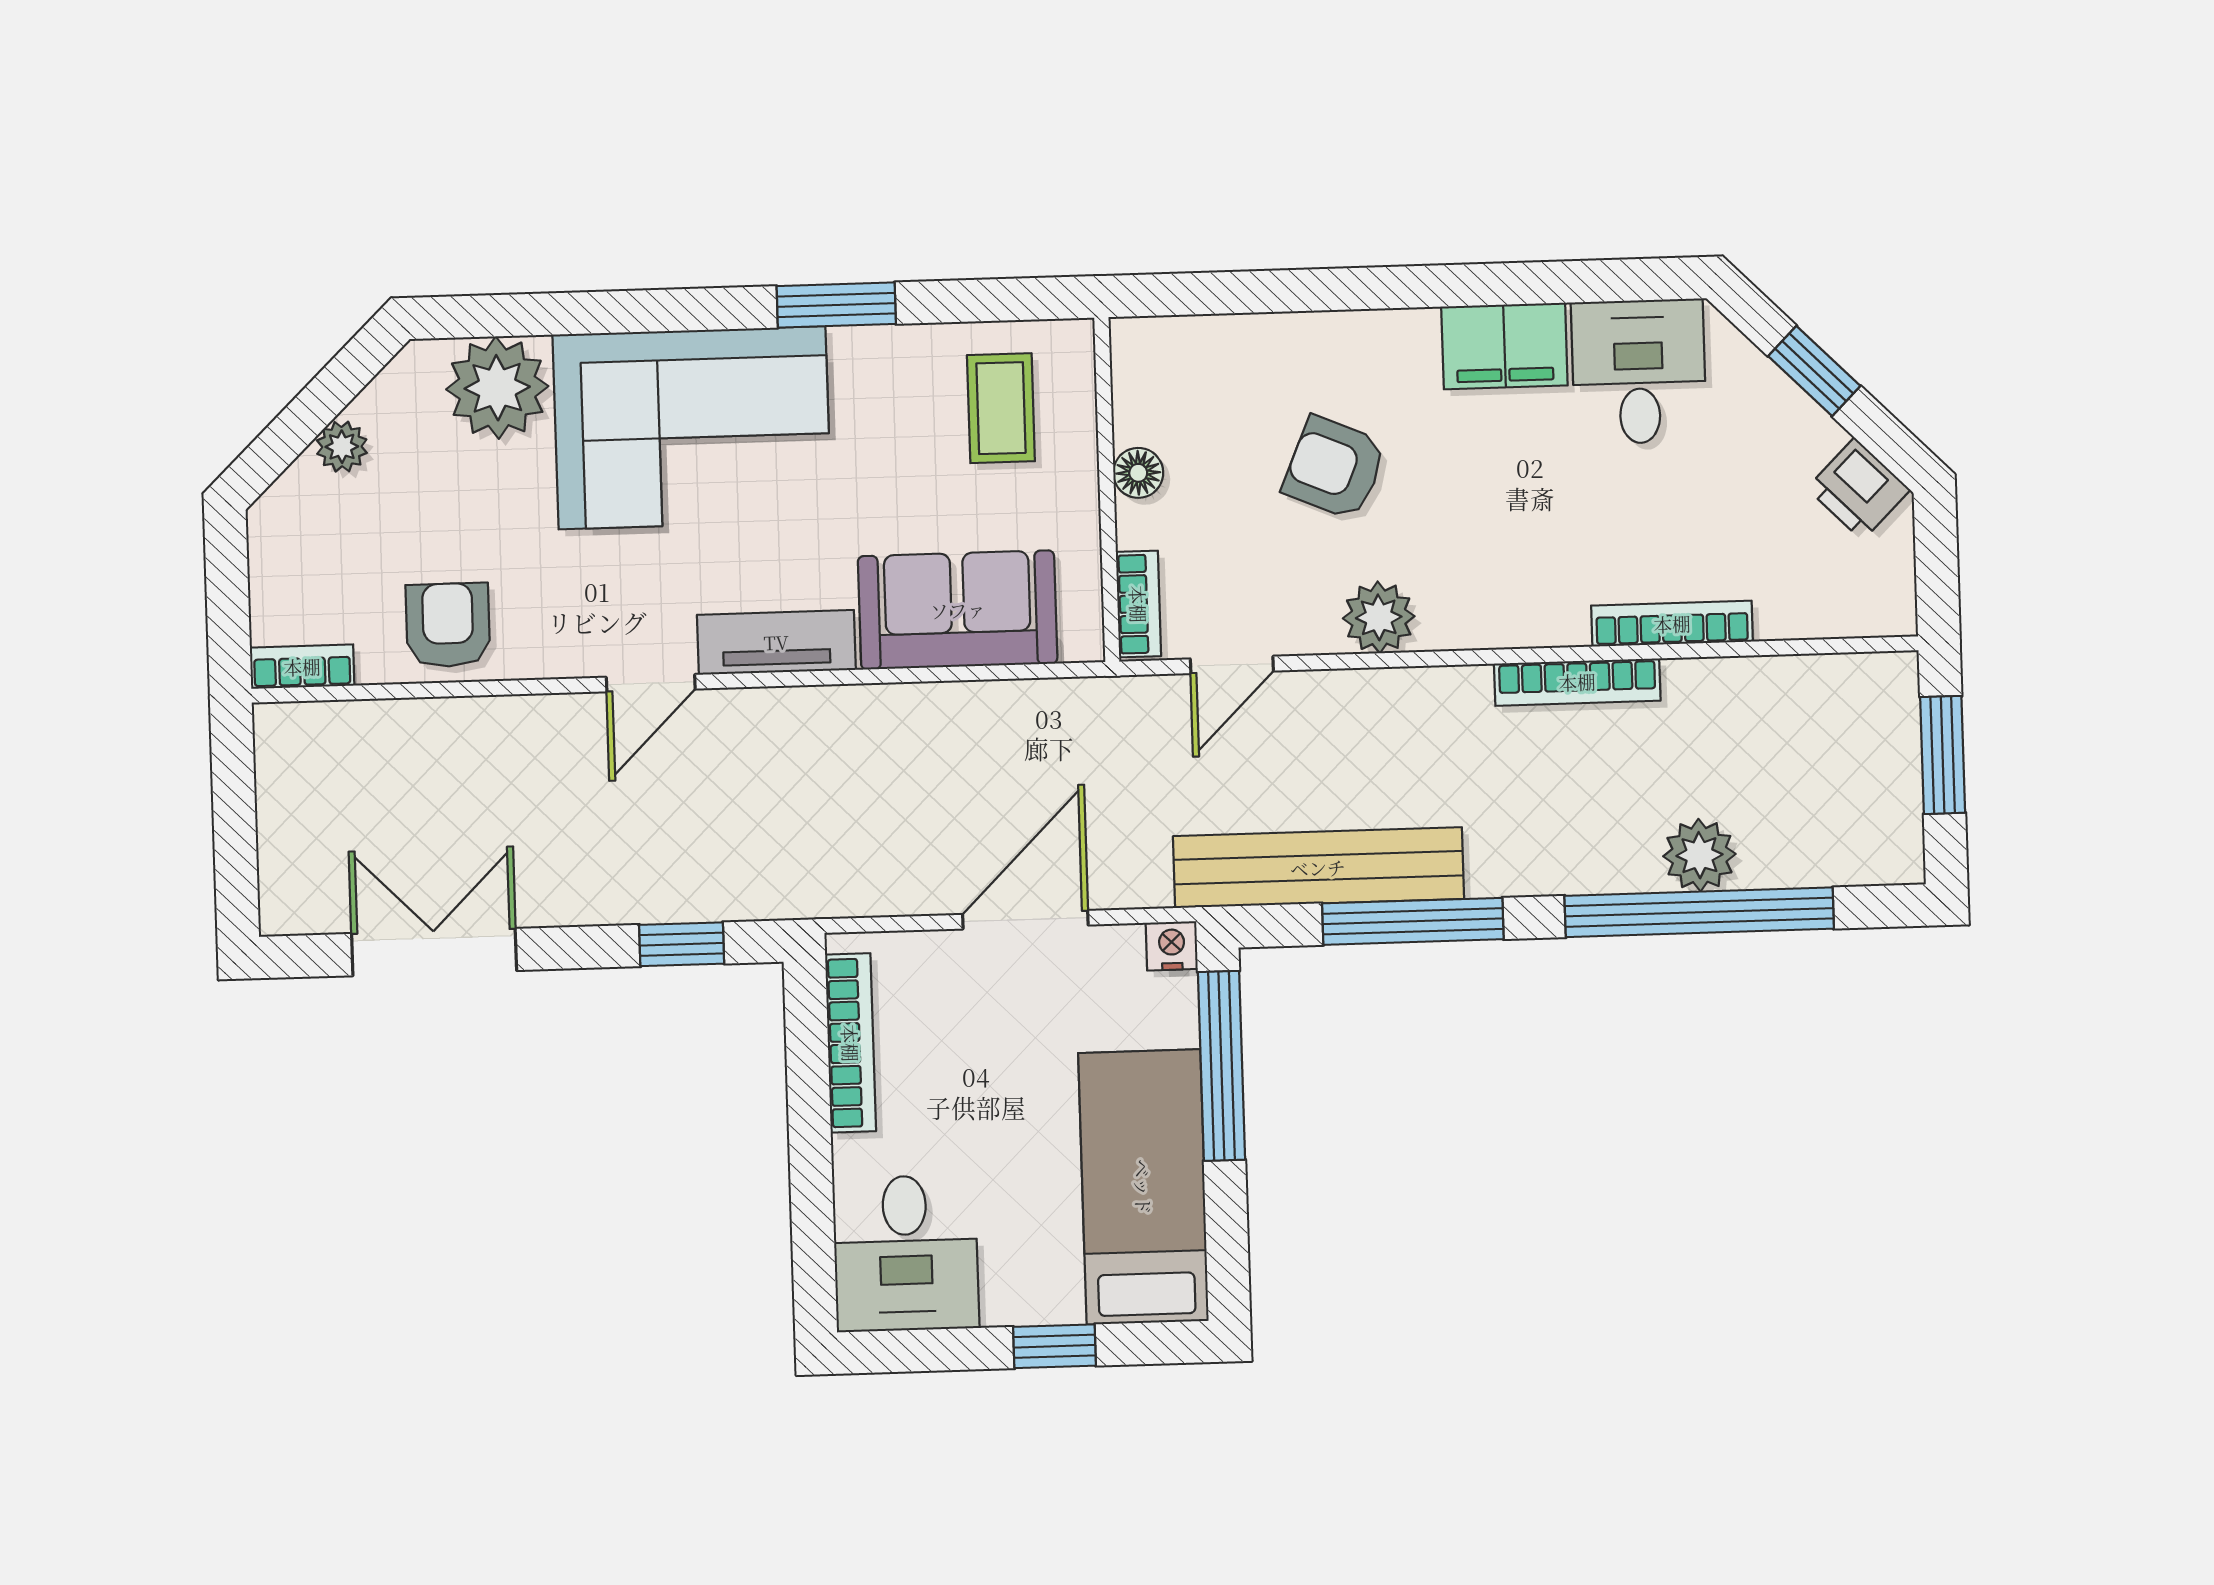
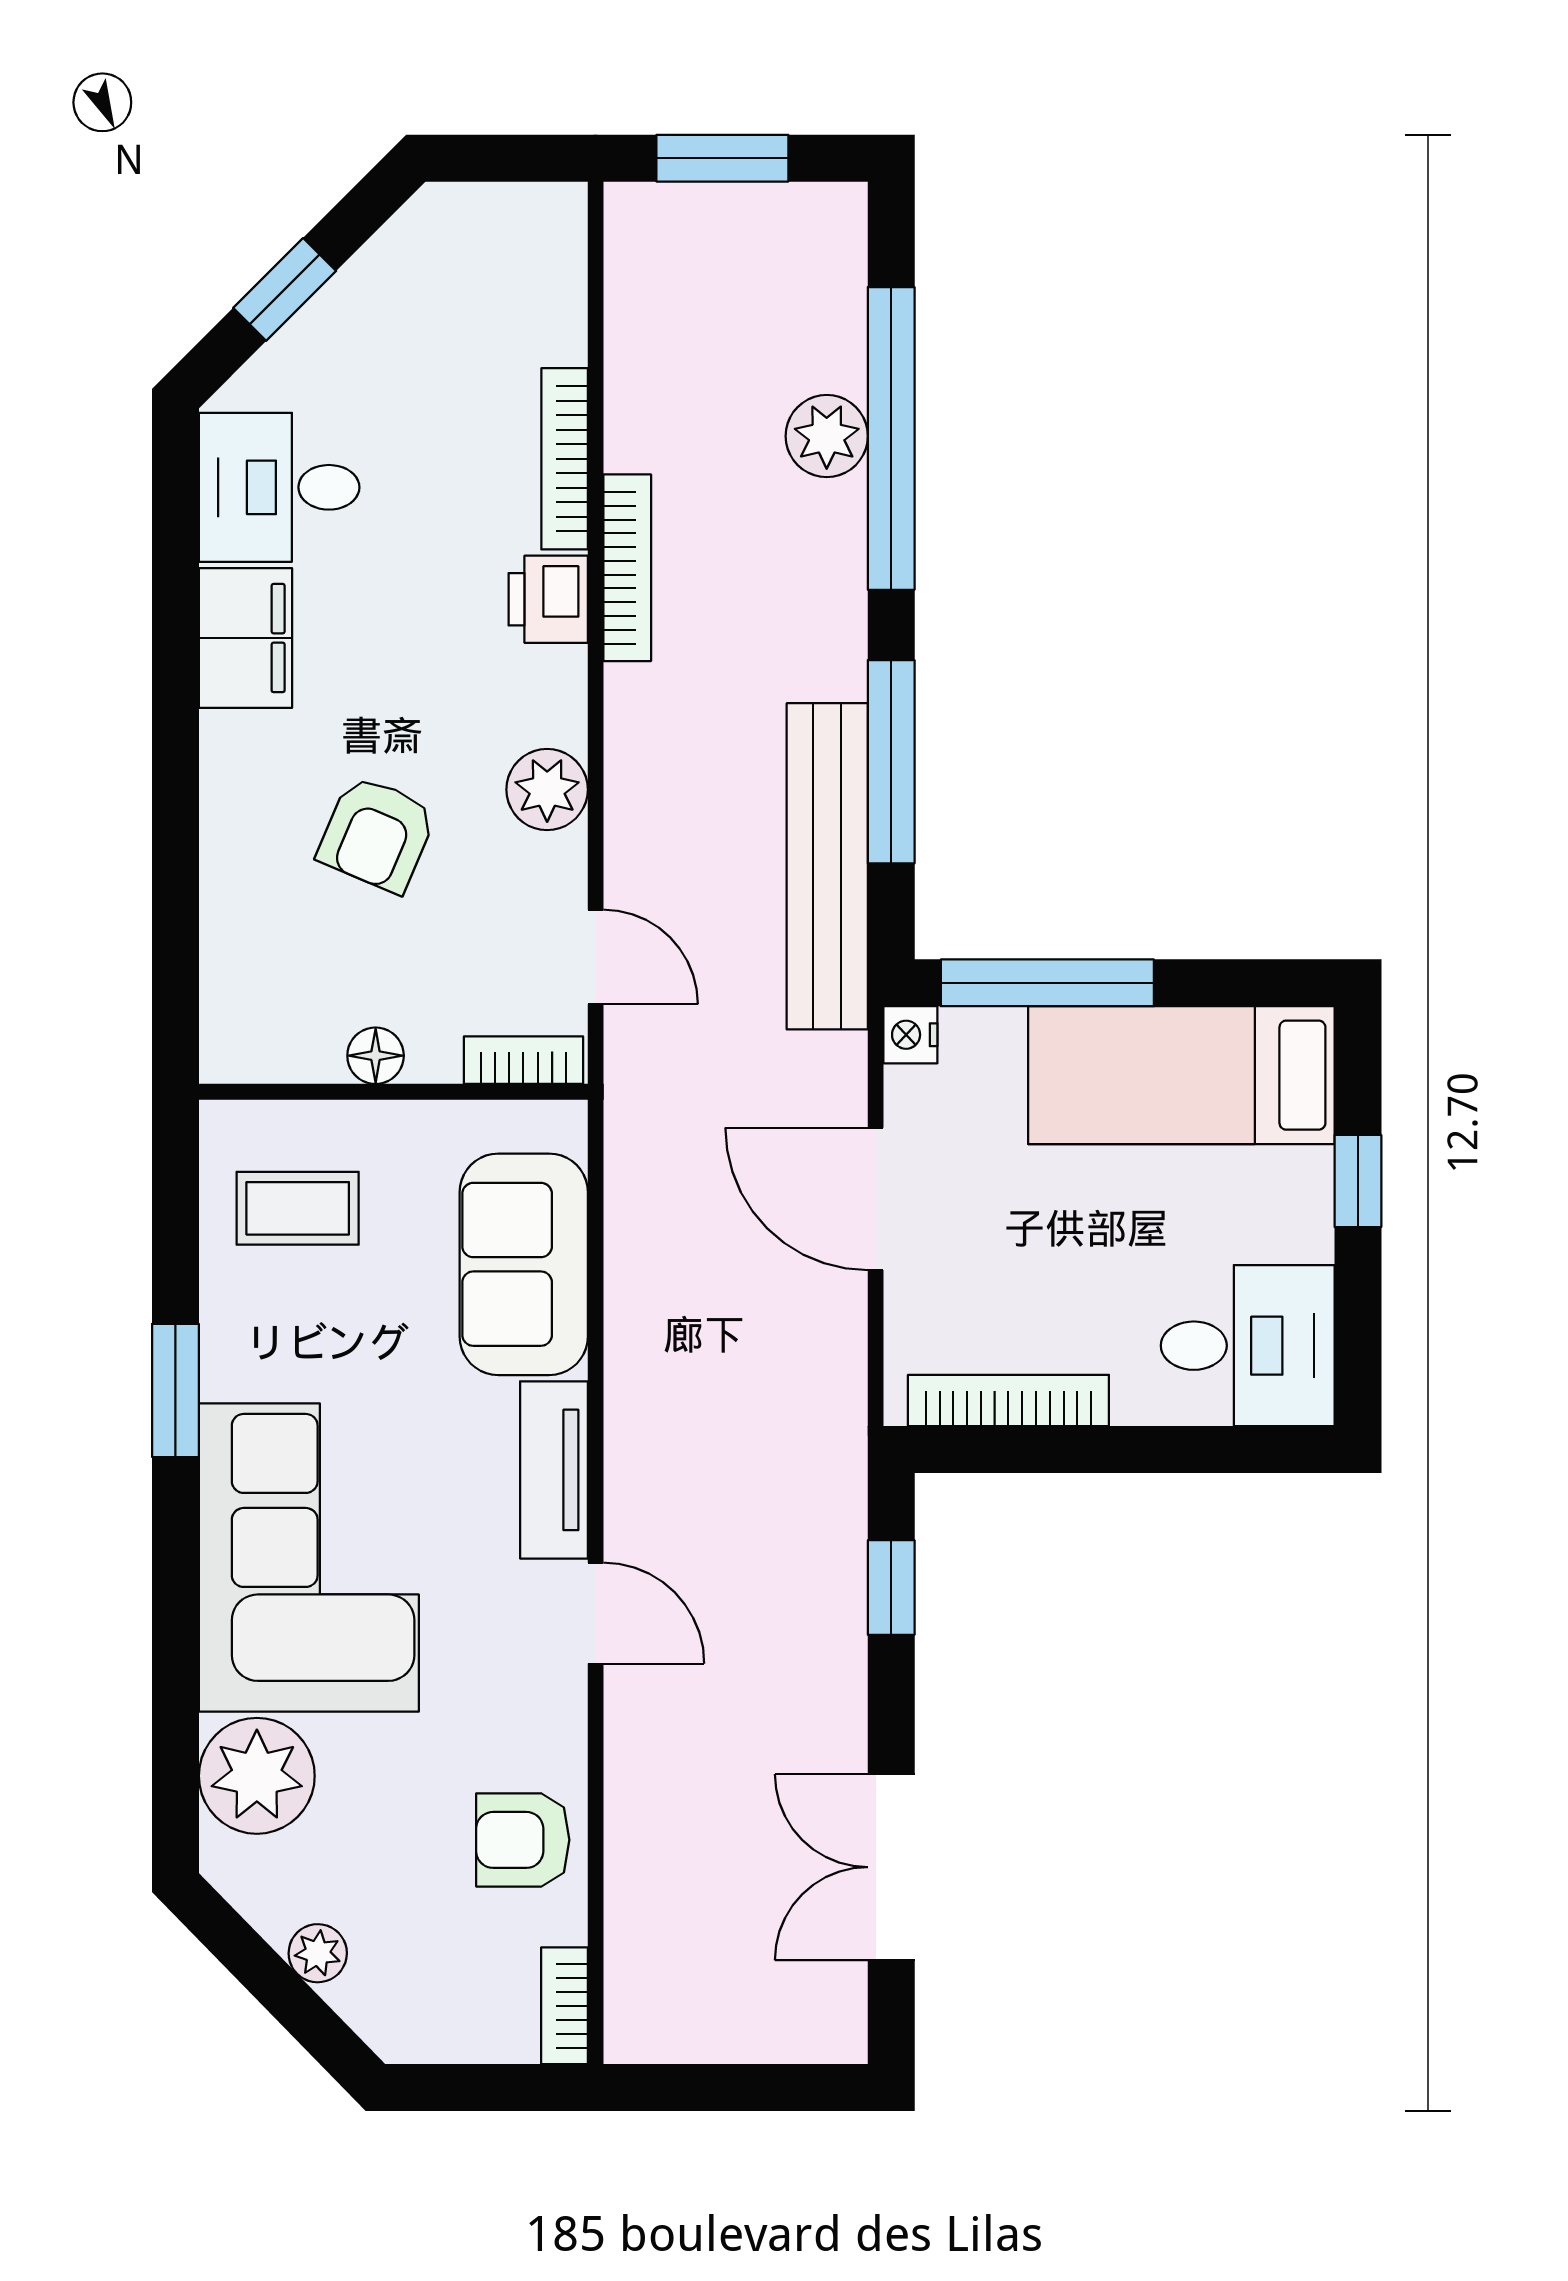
printer: (1859, 489) -> (548, 599), moved, turned 135

